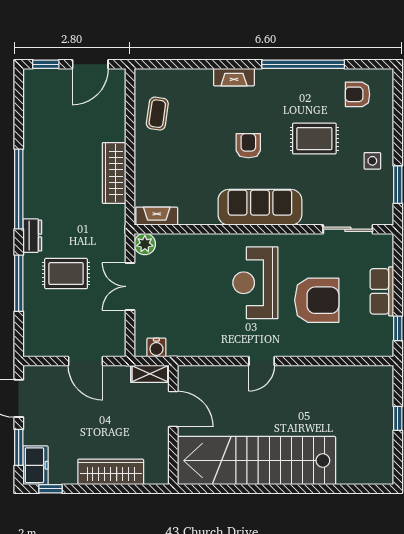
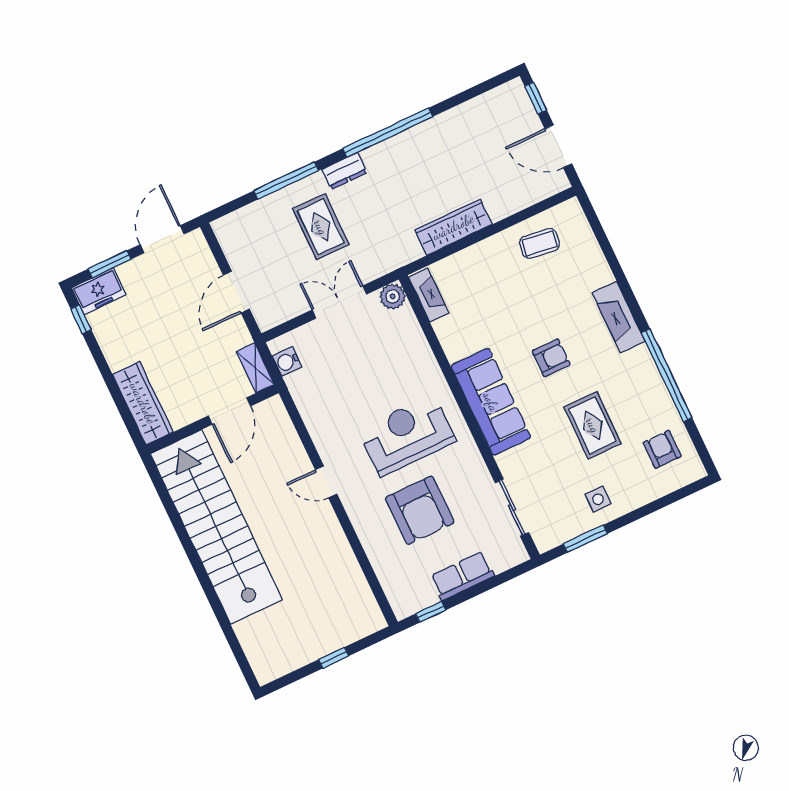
fireplace: (234, 77) -> (619, 317), width x1.37, depth x1.32
wardrobe: (111, 472) -> (143, 403), moved

